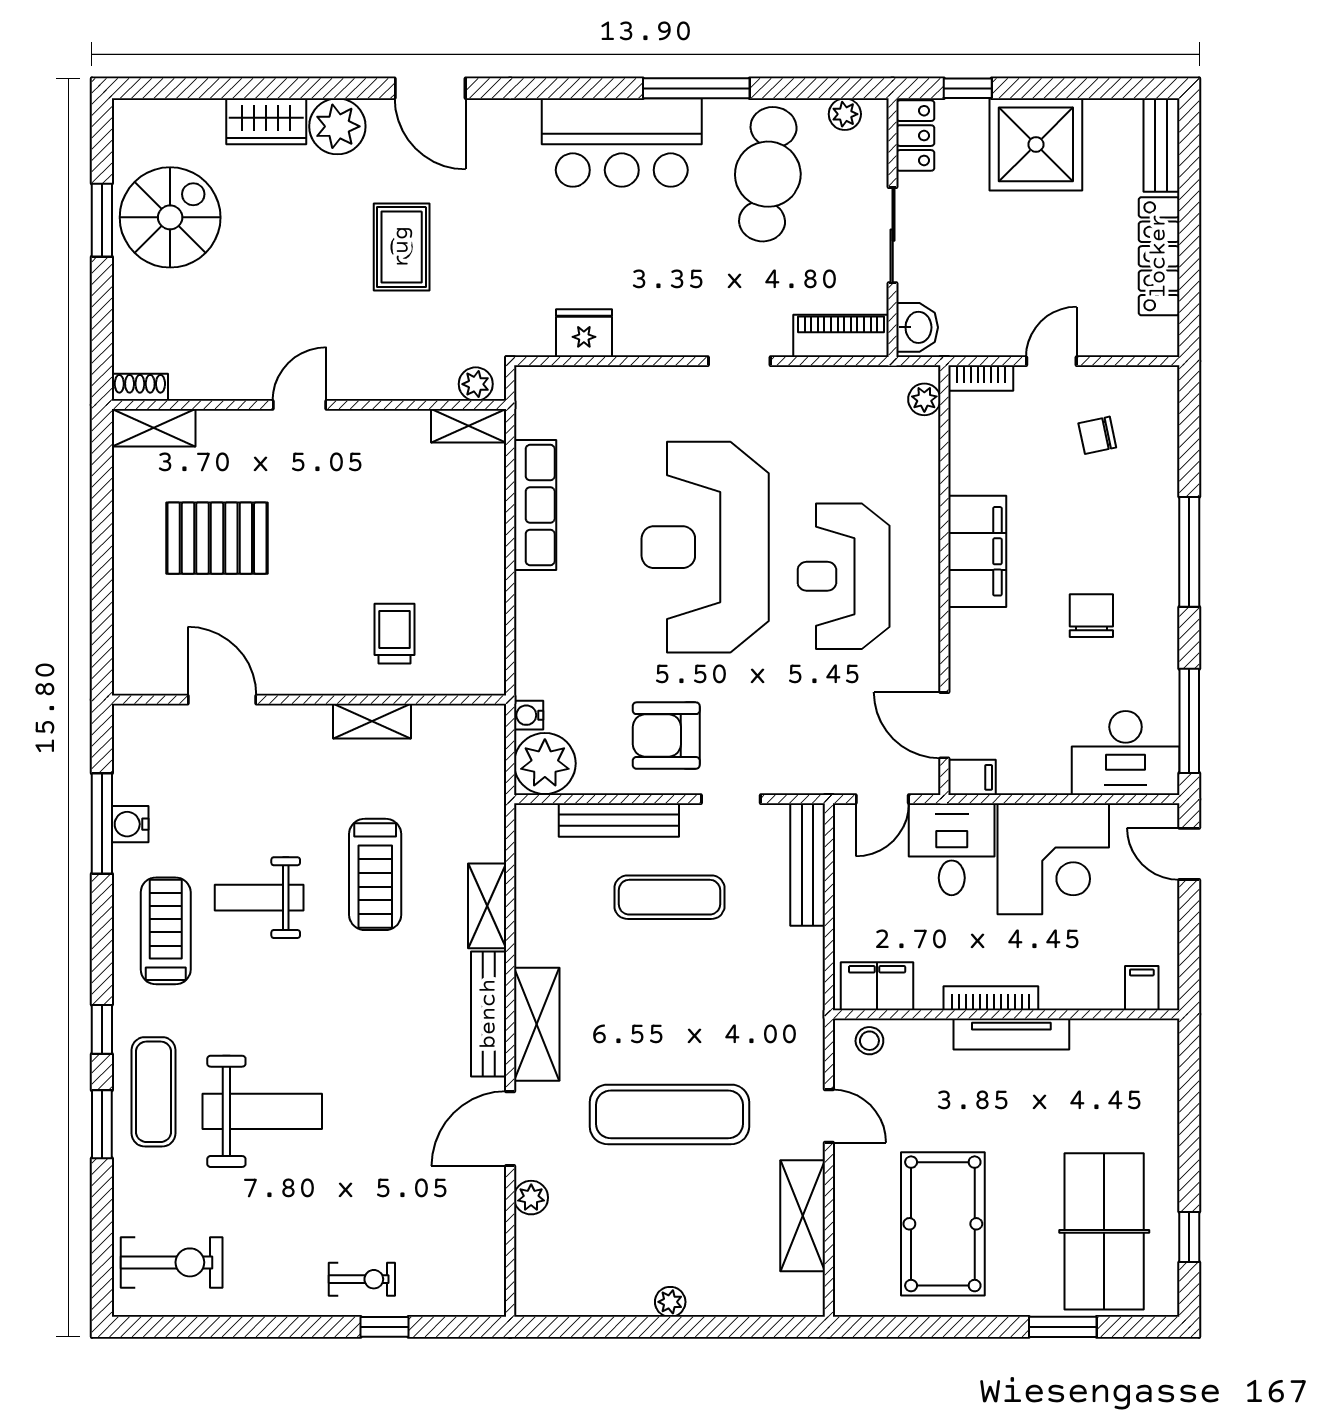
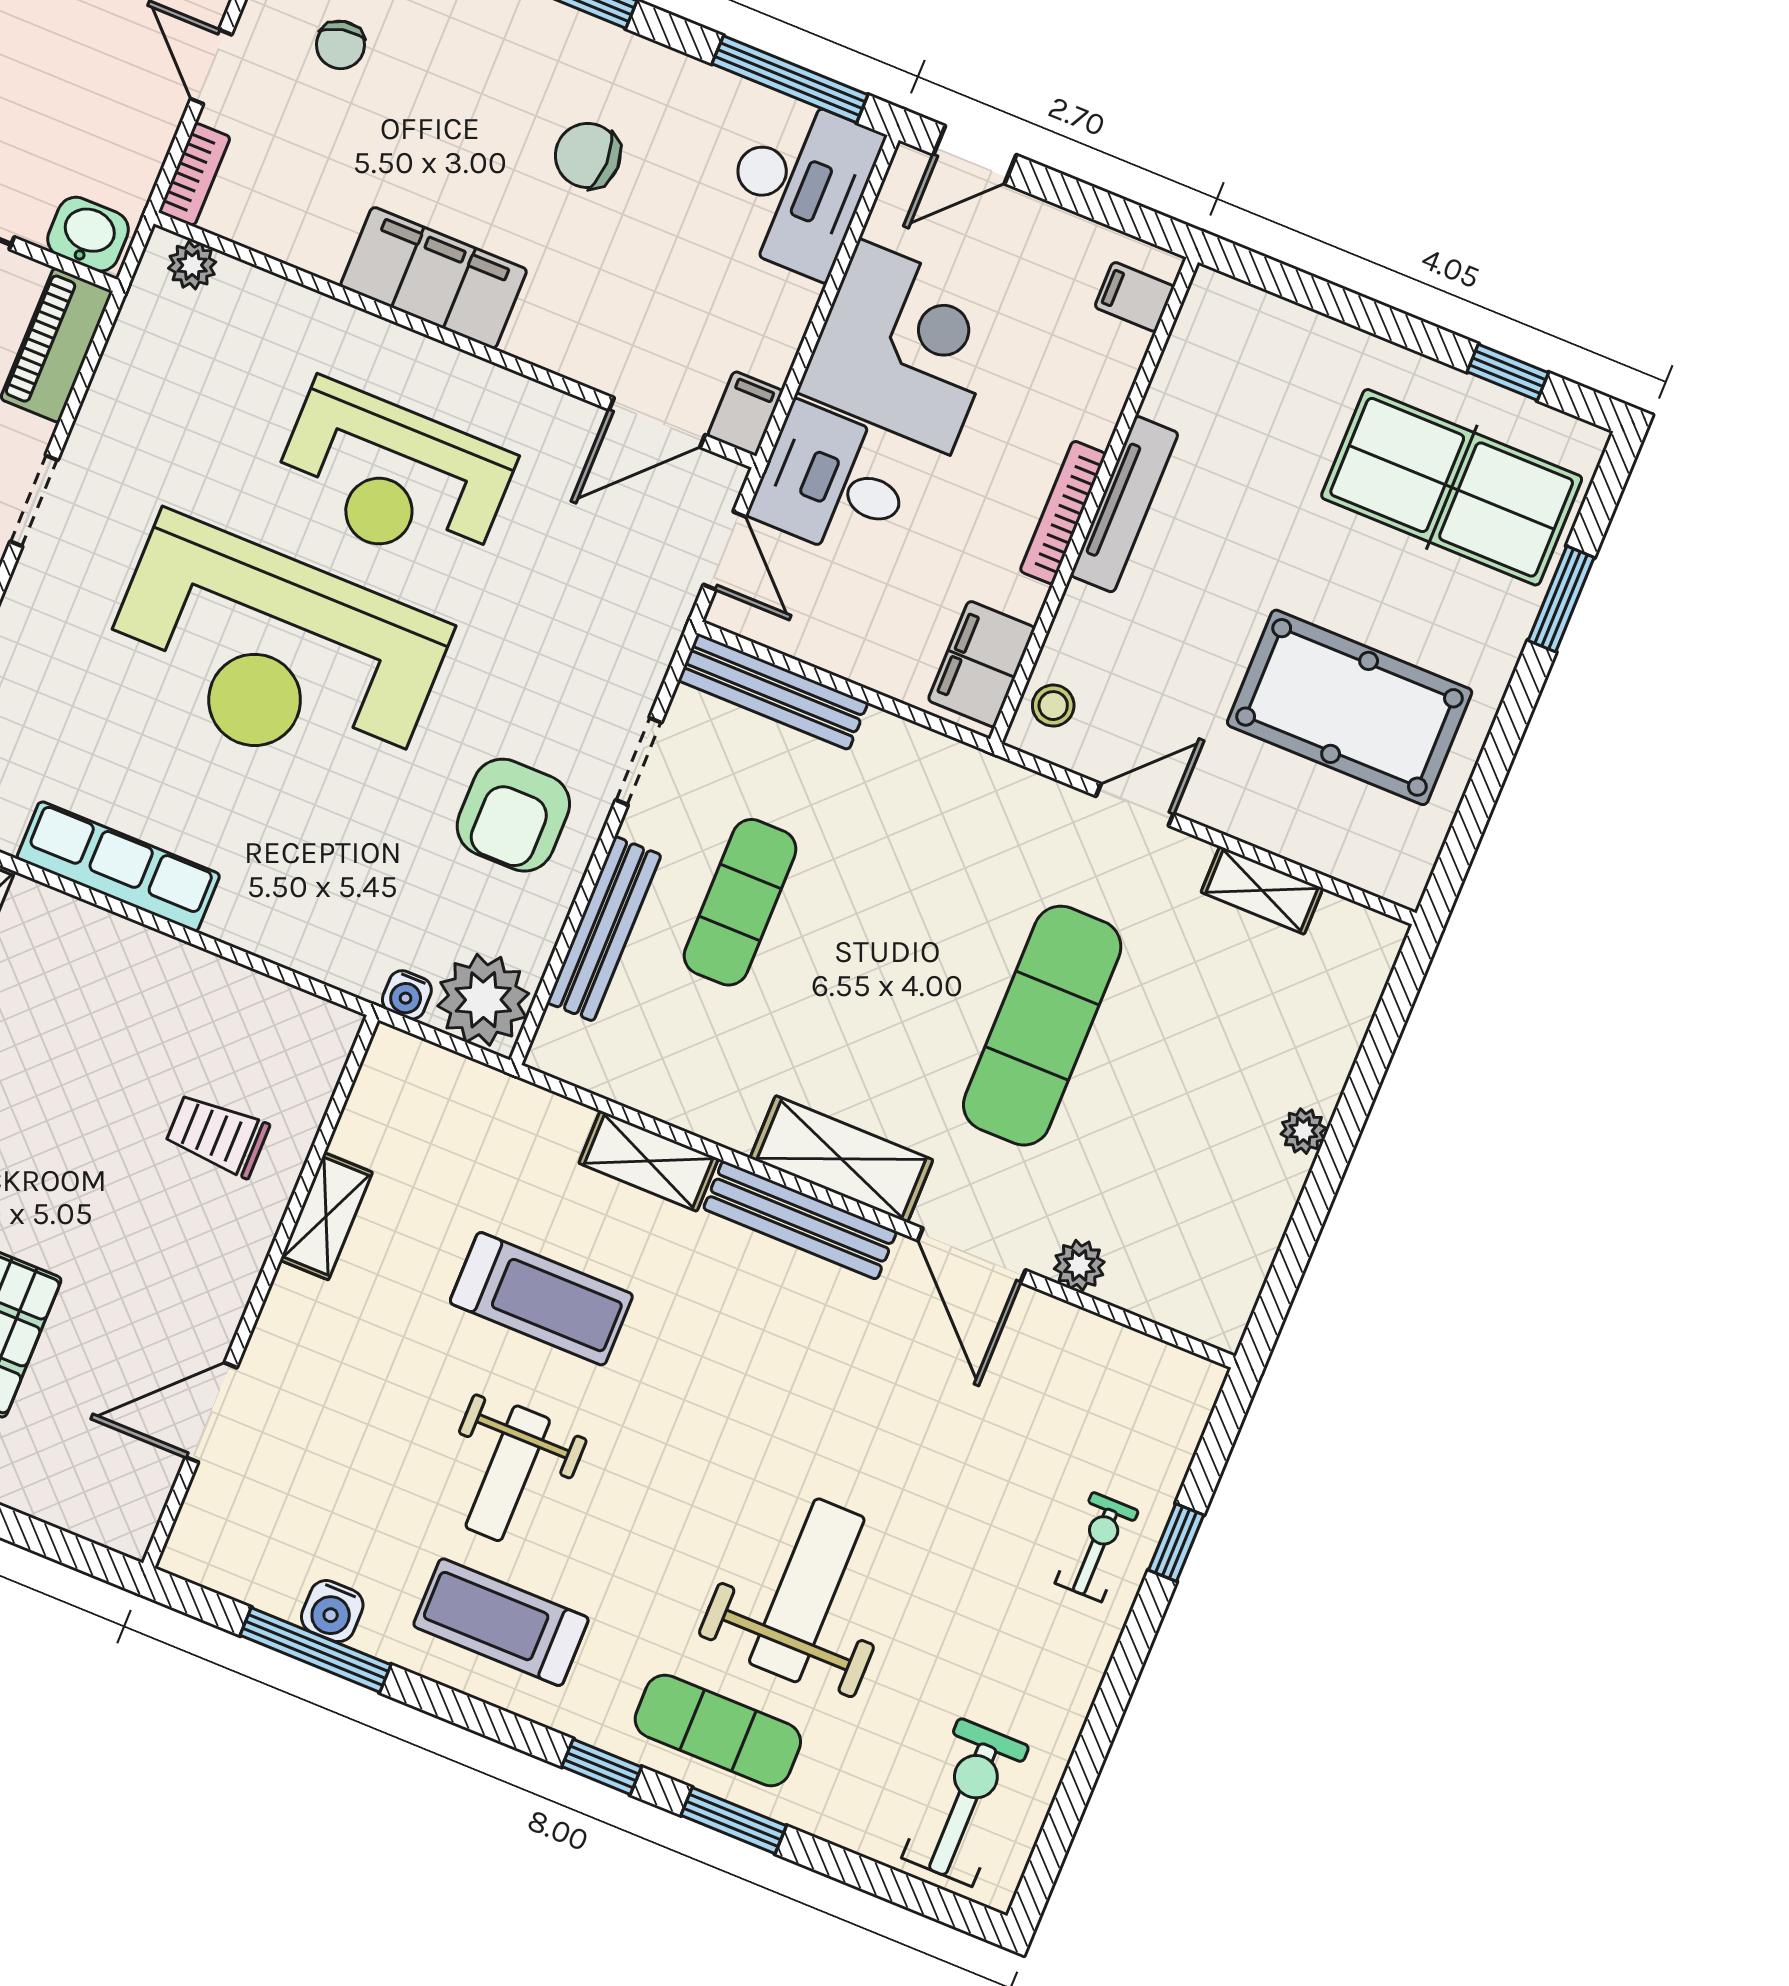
shelving: (803, 1216) -> (1262, 890), width x0.67, depth x0.75

